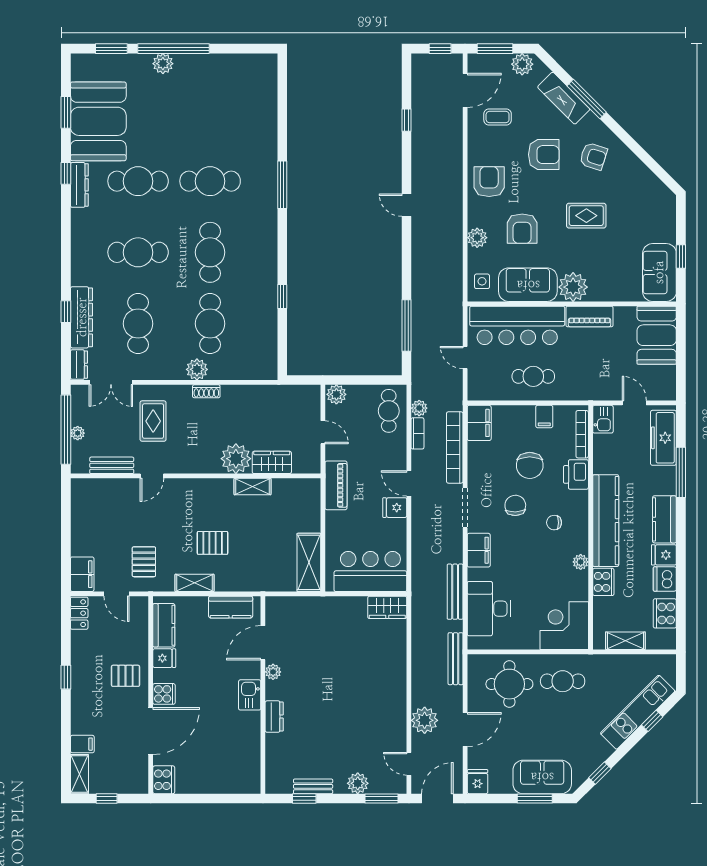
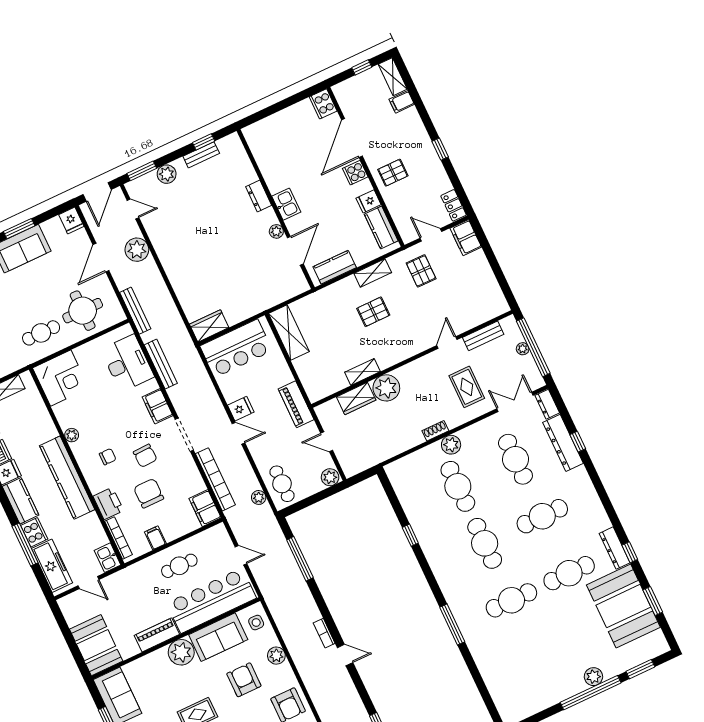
bookcase: (418, 433) -> (324, 633), moved
cooker: (603, 582) -> (34, 532), moved, turned 180

